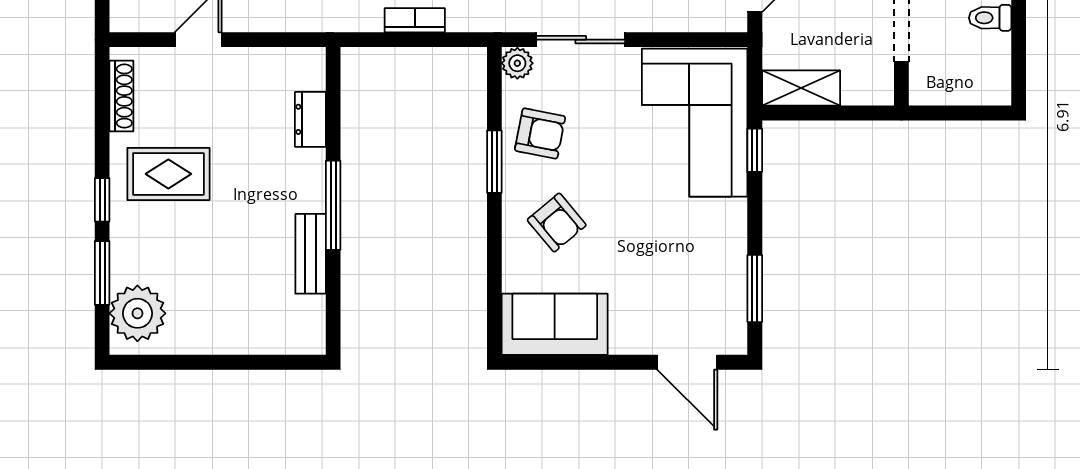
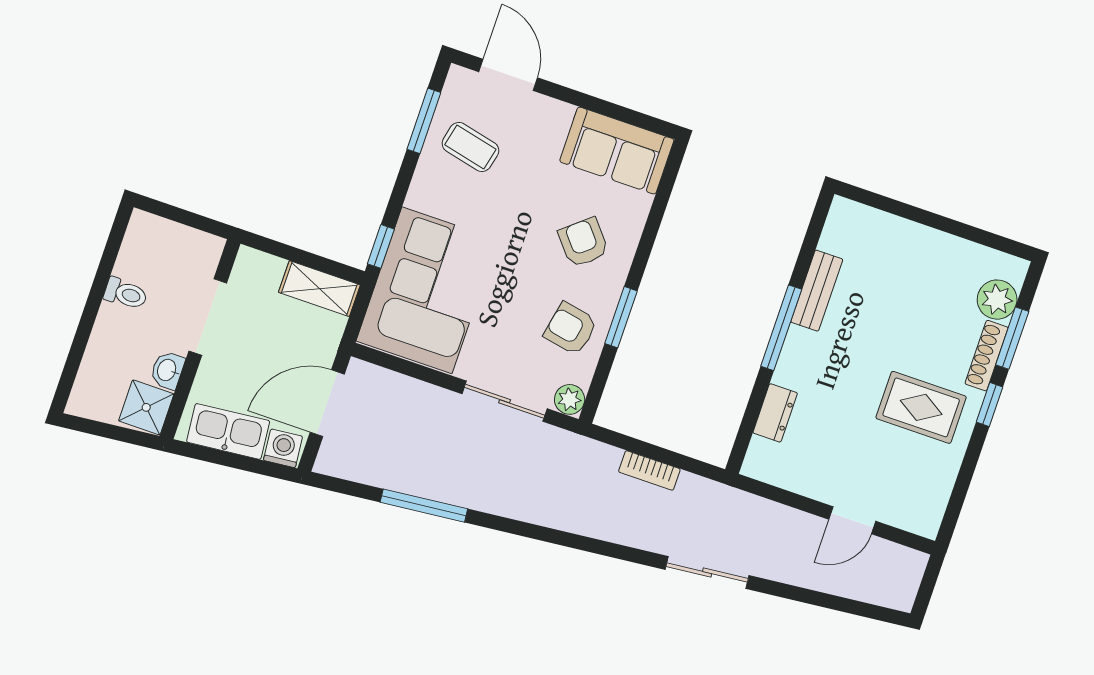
shoe rack: (121, 96) -> (987, 356), moved
coffee table: (700, 279) -> (470, 147), added
plant: (137, 313) -> (997, 300), width x0.73, depth x0.73

